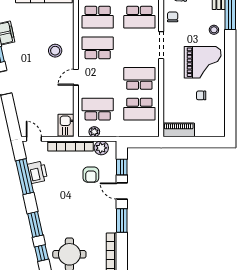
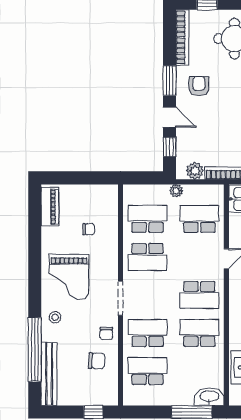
grand piano: (203, 62) -> (69, 277), turned -90
chair: (201, 95) -> (89, 229), moved
school desk: (98, 109) -> (199, 219), turned 180
piano: (179, 130) -> (50, 207), moved, turned -90
plant: (94, 132) -> (176, 191), moved
armchair: (91, 175) -> (199, 86), moved

